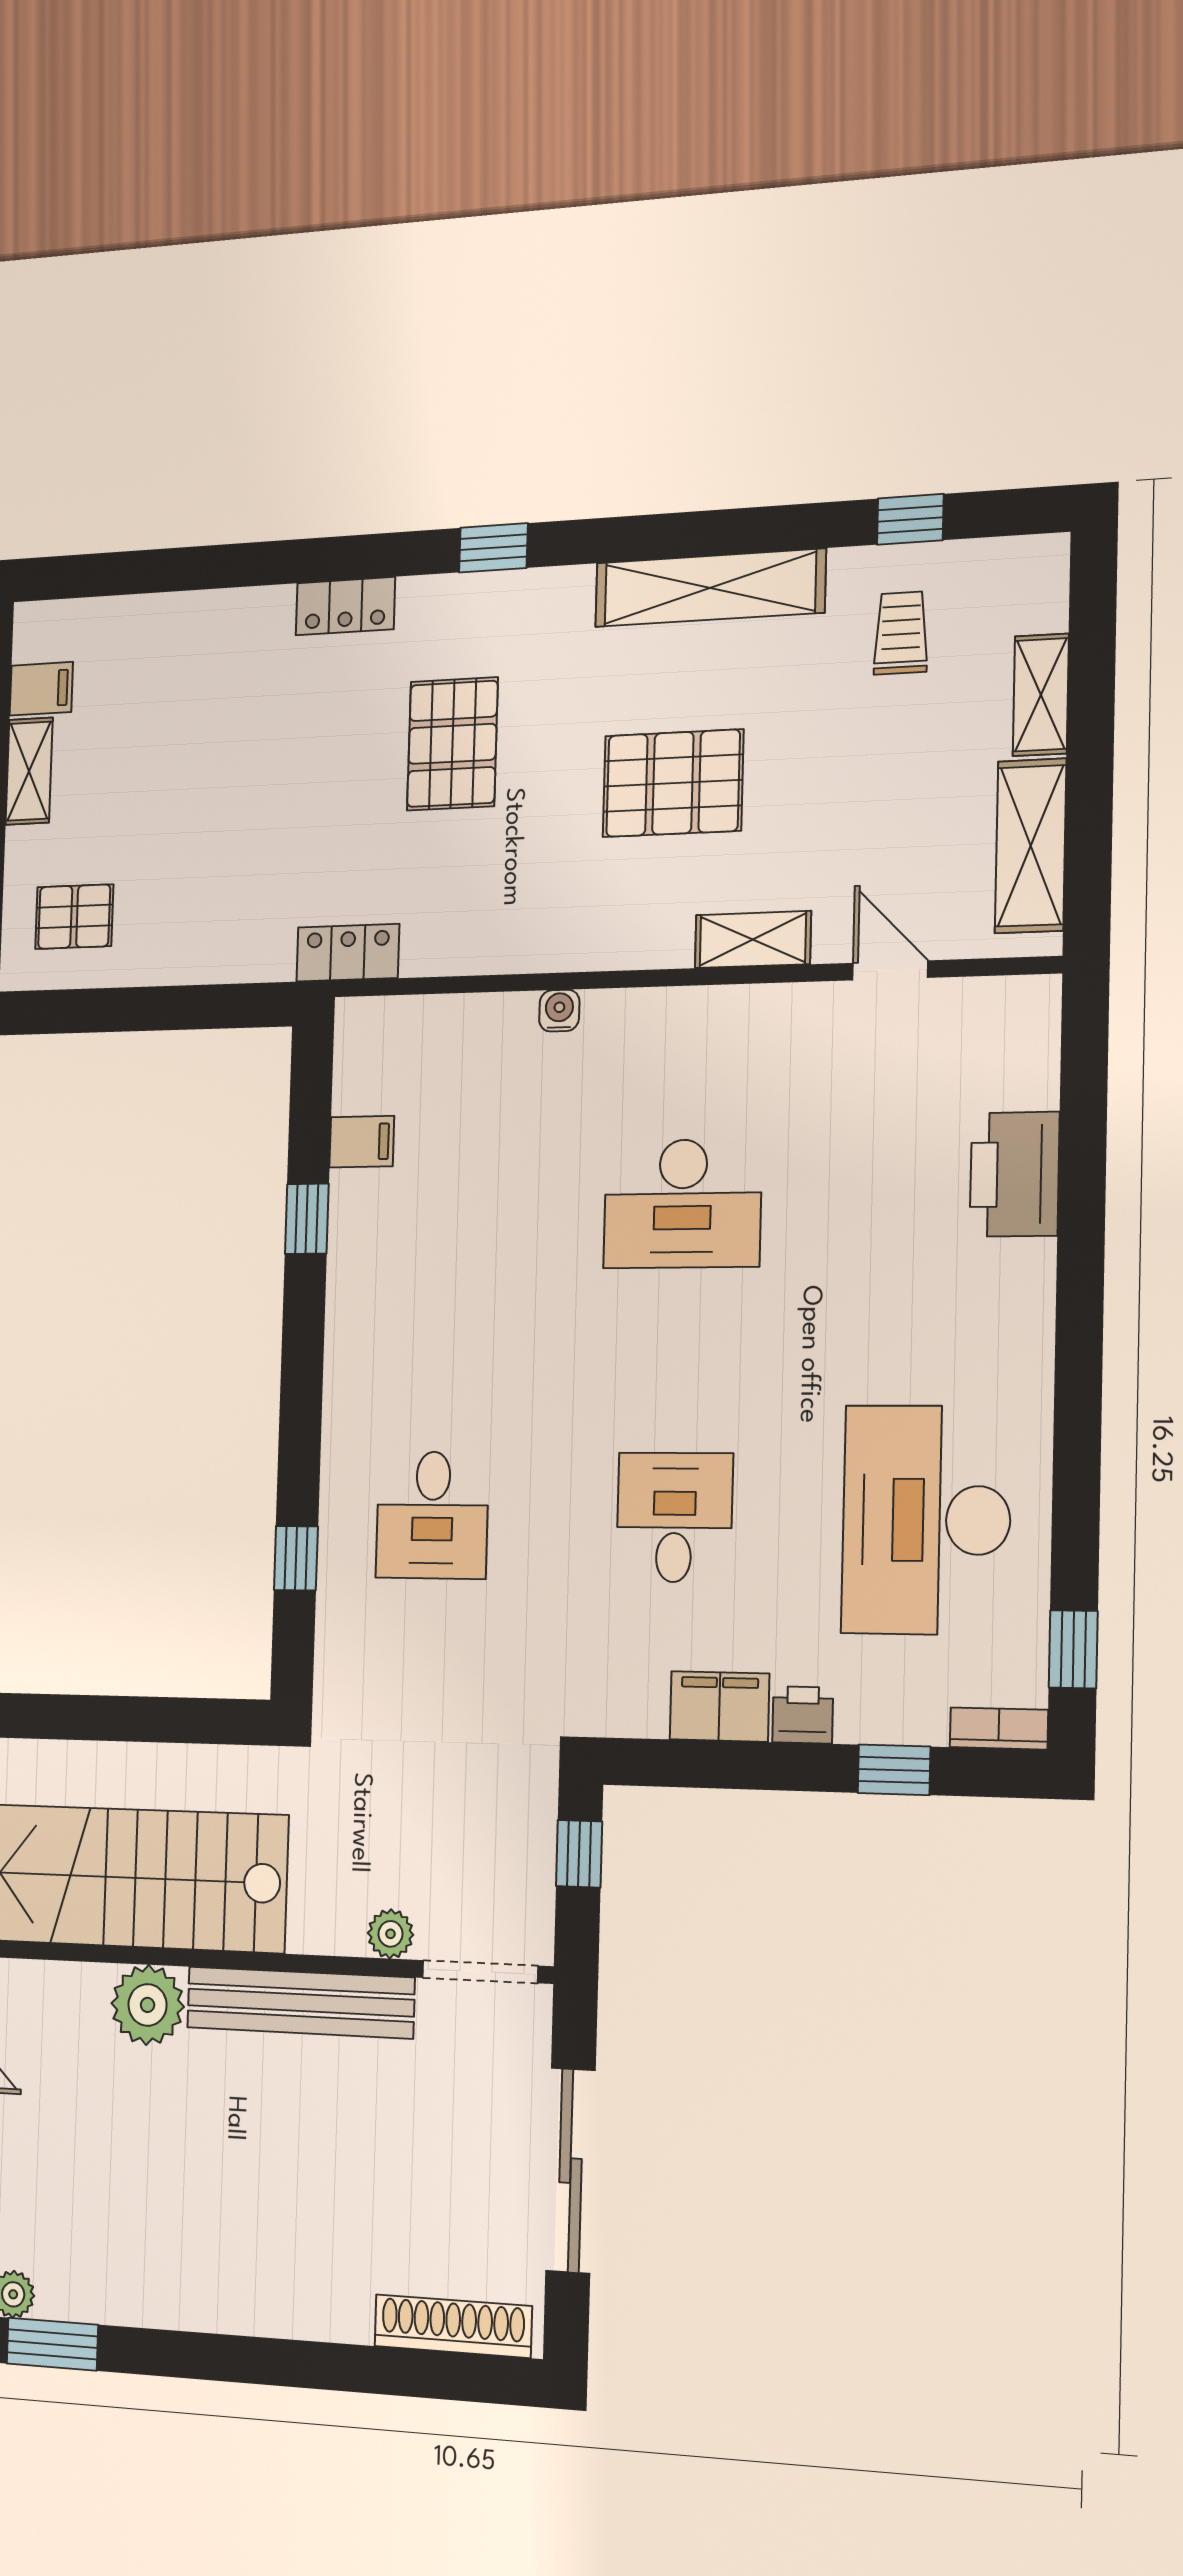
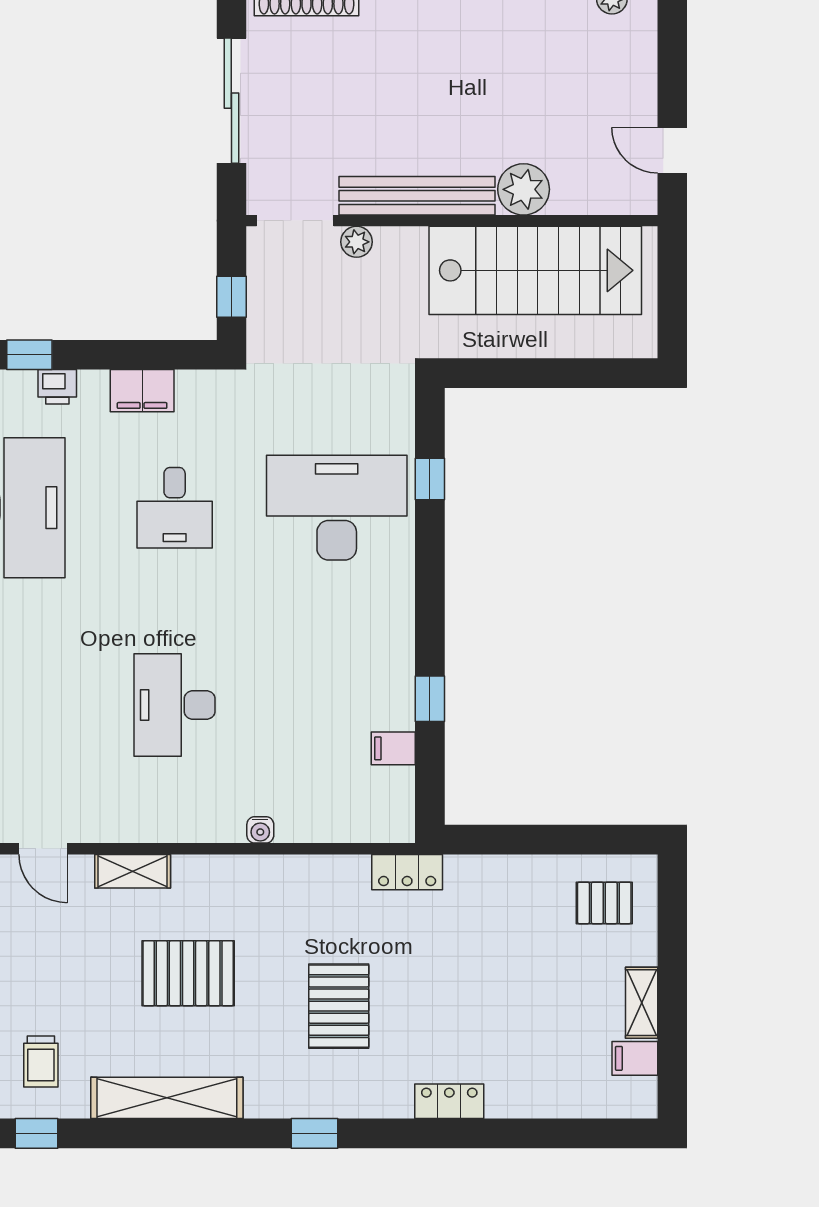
locker: (345, 606) -> (449, 1101), moved
desk: (682, 1204) -> (175, 705), turned -90
desk: (432, 1515) -> (337, 508), width x1.87, depth x1.30
printer: (803, 1715) -> (57, 387), moved

